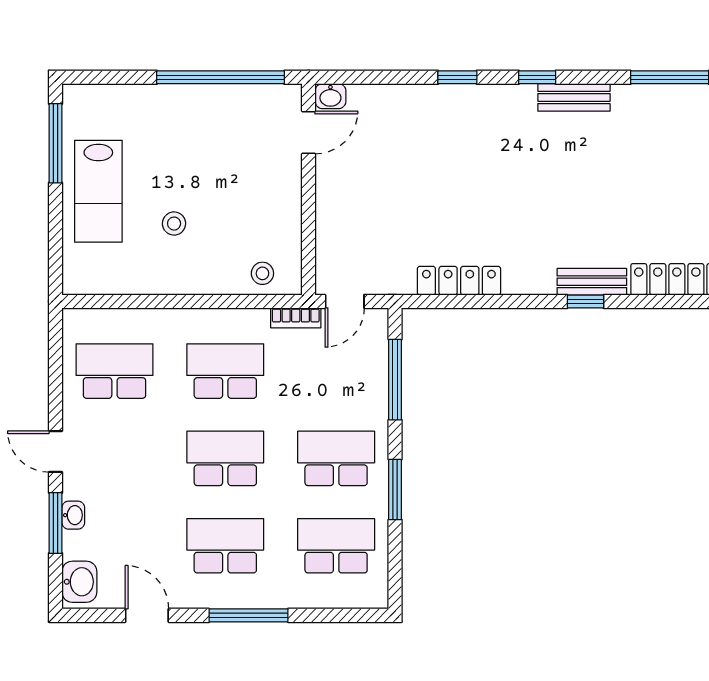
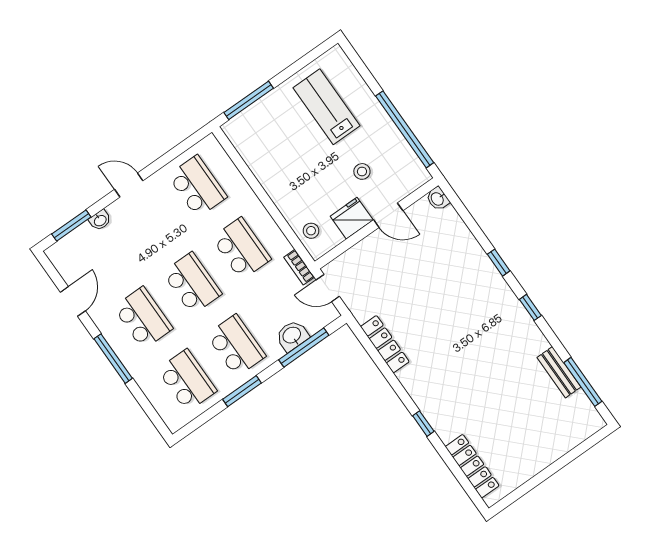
bench: (574, 97) -> (559, 372), moved
door: (309, 132) -> (388, 215), moved
window: (56, 143) -> (249, 100), moved
lab bench: (98, 191) -> (326, 107), moved, turned 90
fridge: (282, 214) -> (352, 218), added
stool: (174, 224) -> (362, 171), moved
bench: (592, 282) -> (437, 419), removed
door: (56, 452) -> (129, 185), hinge flipped
window: (56, 523) -> (71, 226), moved
washbasin: (79, 582) -> (292, 336), moved, turned 180

